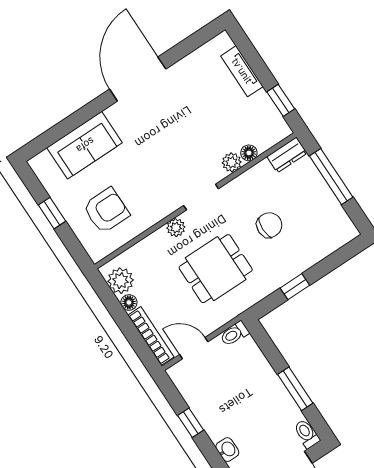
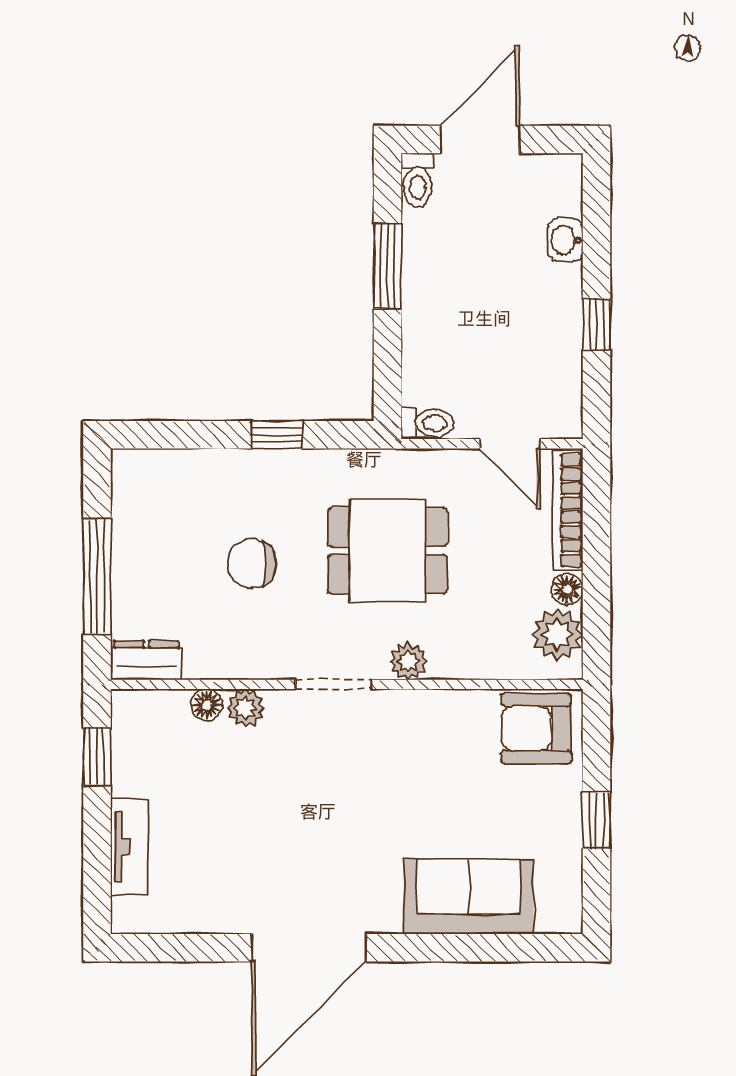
armchair: (106, 210) -> (536, 728), moved

